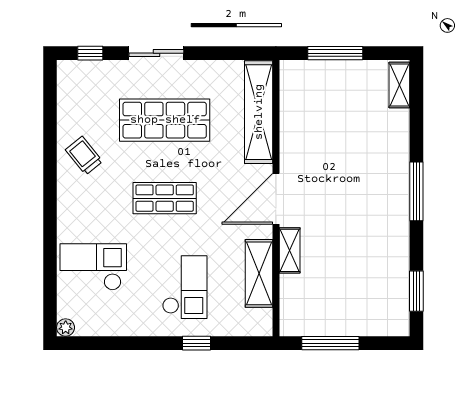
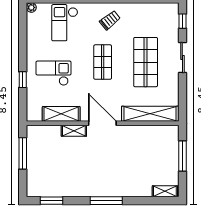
trolley: (84, 156) -> (110, 20), moved
checkout: (93, 267) -> (65, 23), turned 180
checkout: (185, 287) -> (54, 73), turned 180

